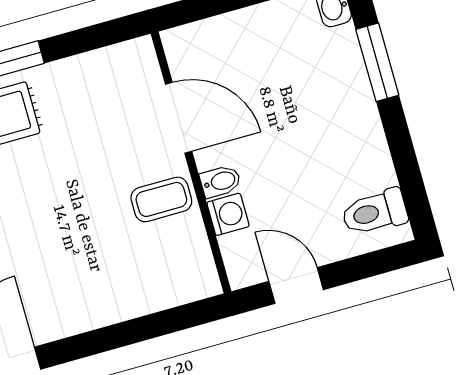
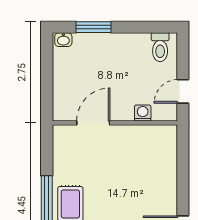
bidet: (220, 181) -> (127, 112), removed
coffee table: (161, 199) -> (128, 141), removed

